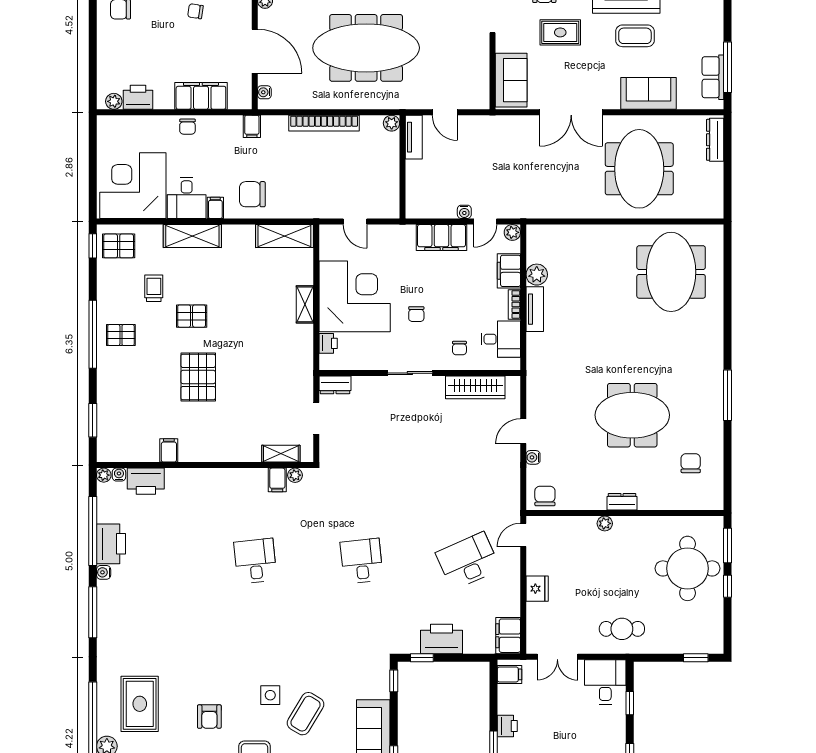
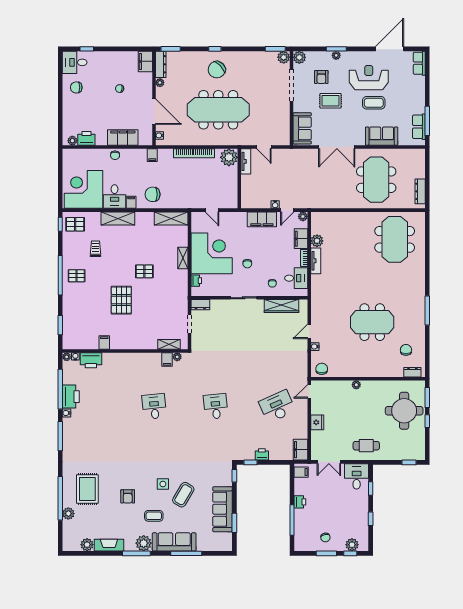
plant: (392, 123) -> (229, 157), width x1.88, depth x1.88
dresser: (715, 140) -> (420, 191), moved
pallet: (192, 316) -> (144, 271), moved
dresser: (622, 502) -> (412, 372), moved
printer: (441, 639) -> (262, 454), width x0.53, depth x0.68

